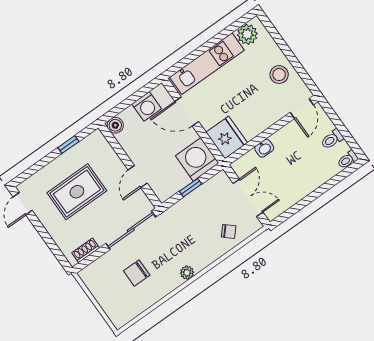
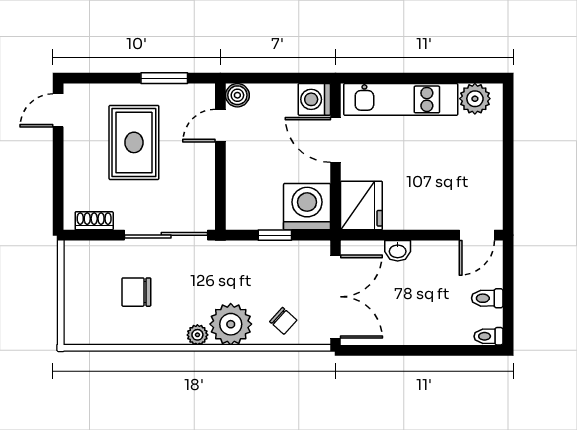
stool: (279, 75) -> (479, 175), removed
washing machine: (147, 106) -> (314, 99), moved, turned 90
window: (68, 145) -> (164, 78), width x1.50
door: (138, 177) -> (220, 126), moved
rug: (77, 192) -> (134, 142), turned 90
double door: (248, 198) -> (336, 297), width x1.37
plant: (201, 254) -> (231, 324), added

